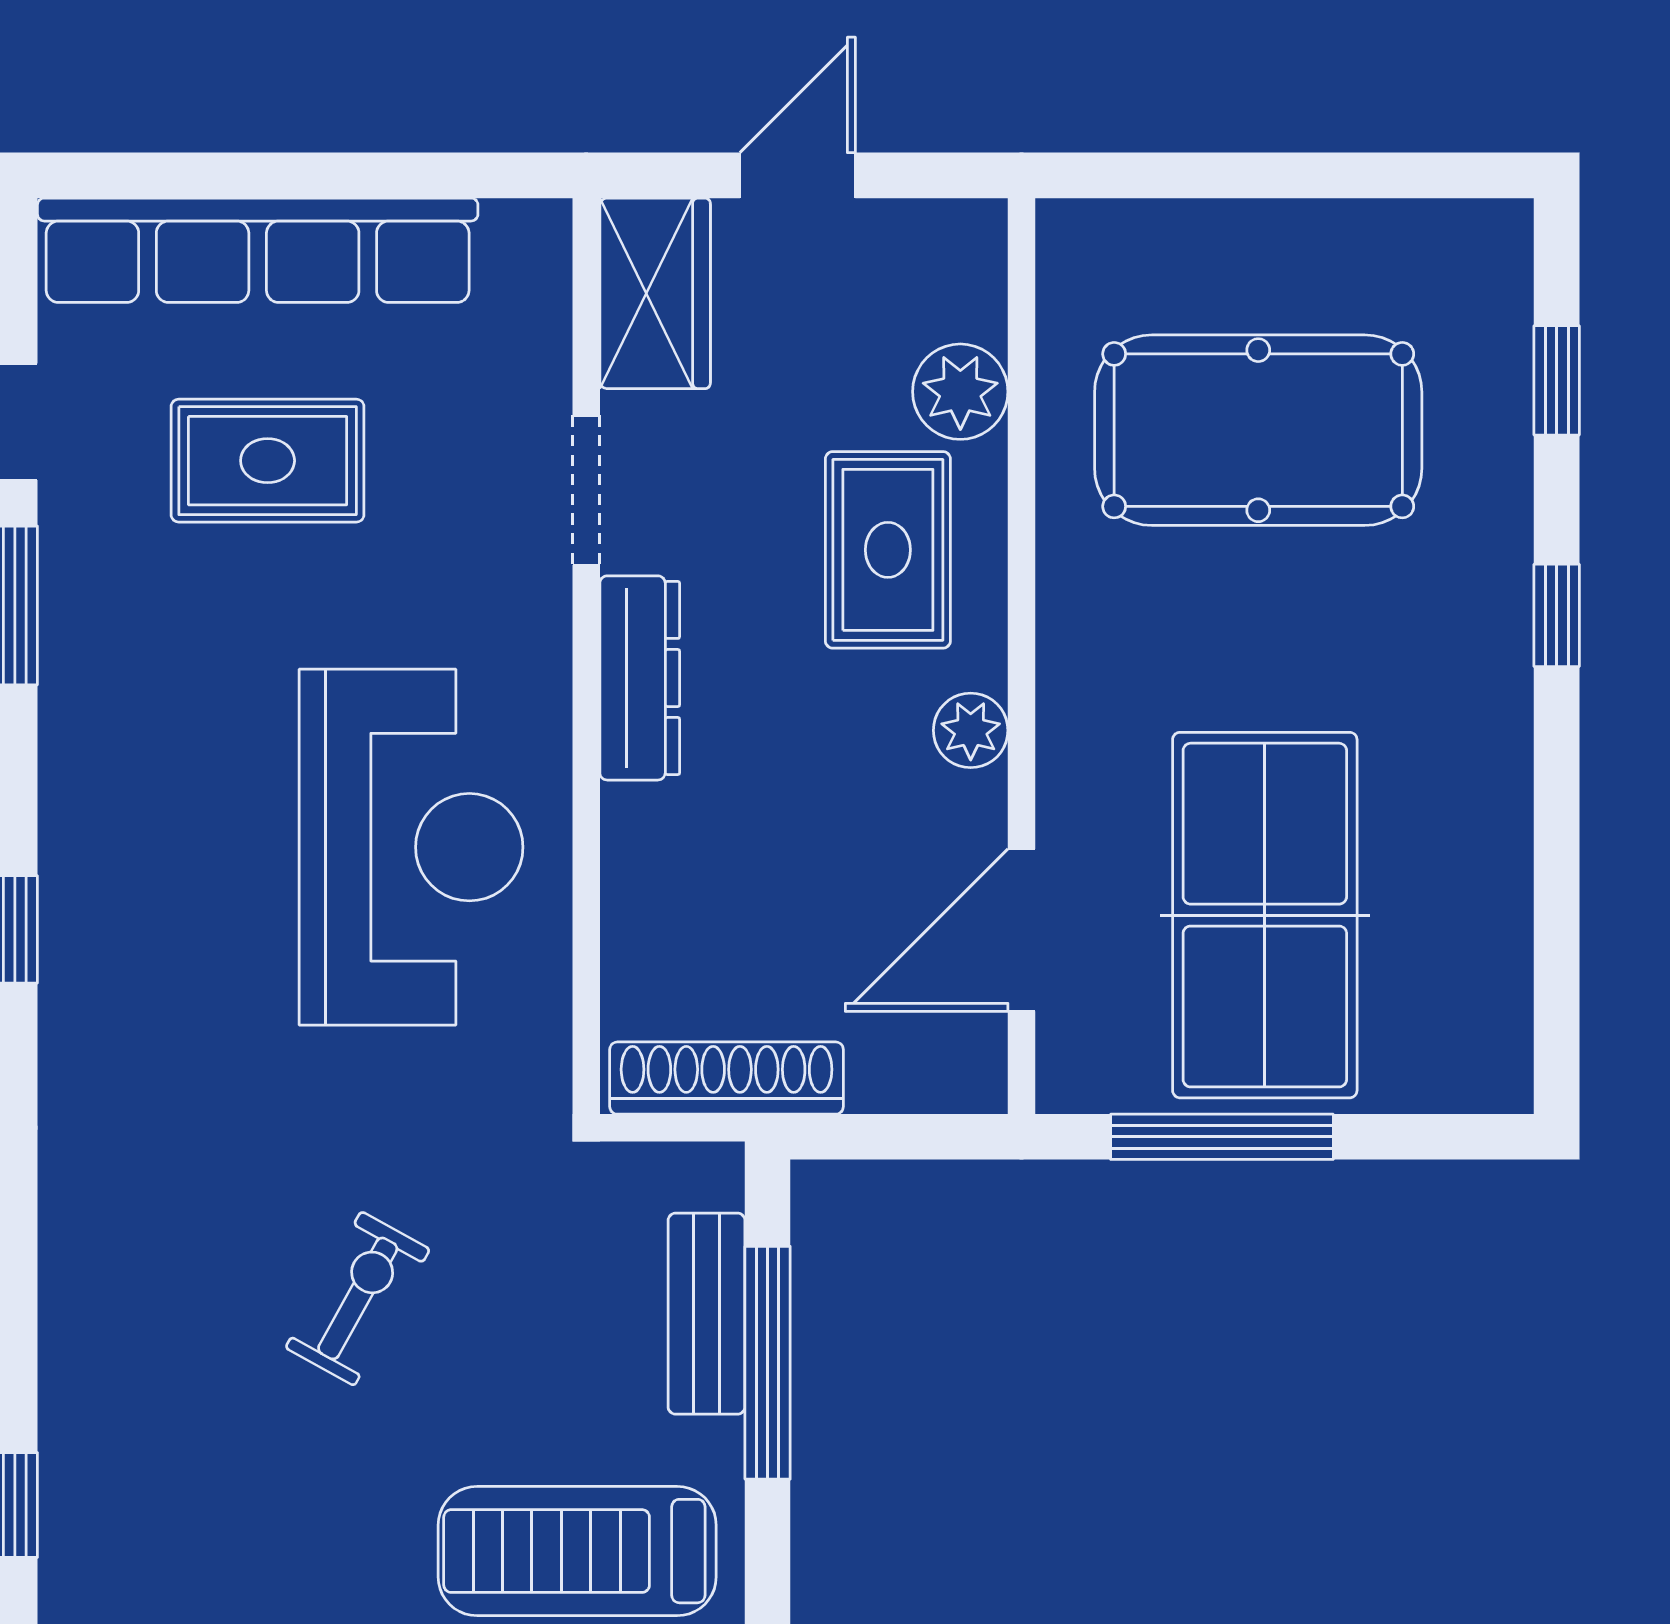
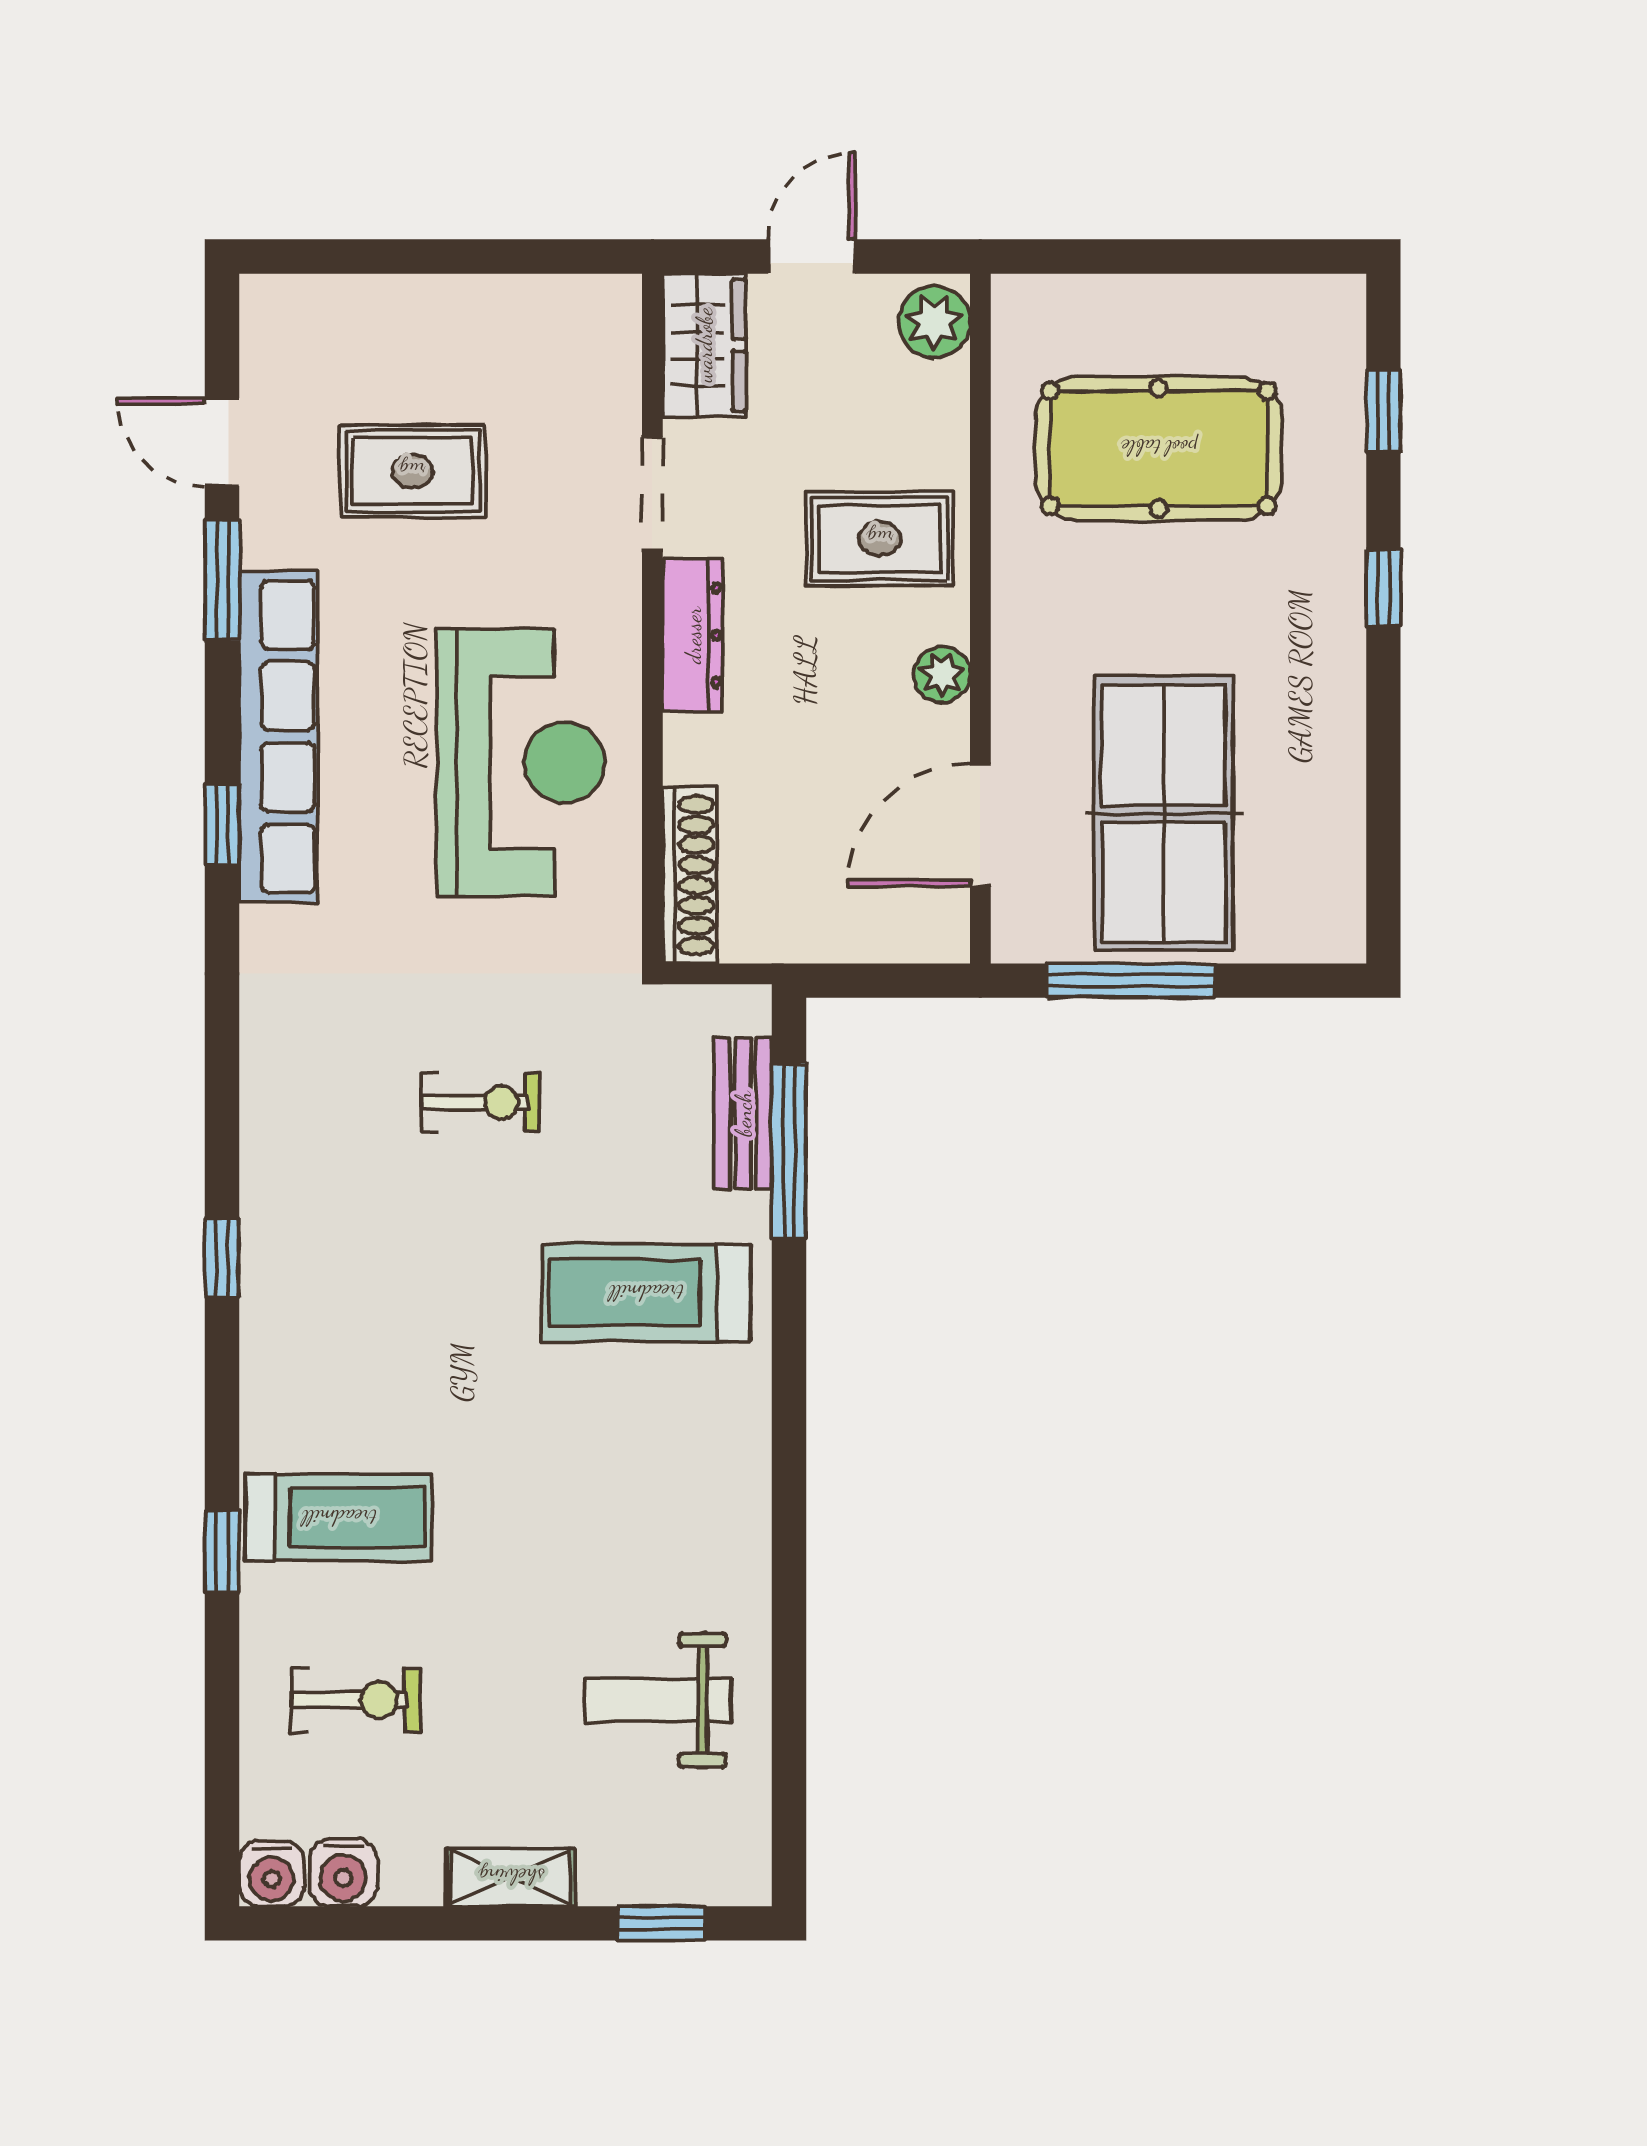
row of seats: (258, 250) -> (278, 737), moved, turned -90
plant: (960, 392) -> (934, 322), moved
rug: (888, 550) -> (880, 539), turned 90
shoe rack: (727, 1078) -> (690, 875), moved, turned 90
exercise bike: (358, 1298) -> (480, 1102), turned 61

